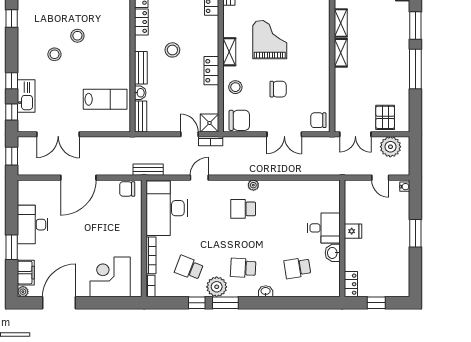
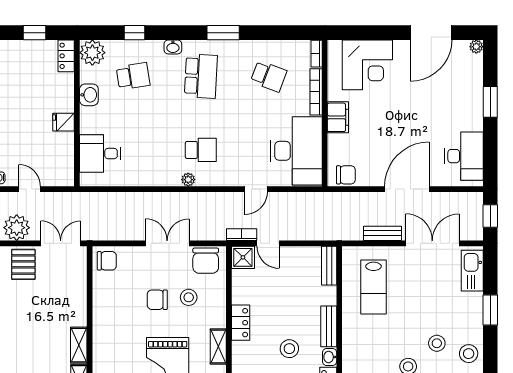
stool: (29, 46) -> (469, 354), added
window: (12, 81) -> (490, 310), width x1.50
stool: (235, 87) -> (189, 297), moved
washbasin: (140, 93) -> (330, 357), moved
kitchen sink: (26, 96) -> (472, 271), moved
lab bench: (105, 99) -> (374, 287), turned -90
window: (12, 112) -> (490, 271), removed
chair: (239, 120) -> (206, 261), turned -90
double door: (284, 134) -> (167, 243), moved
bench: (148, 170) -> (382, 233), moved
desk: (33, 225) -> (464, 156), moved
desk: (324, 228) -> (100, 154), moved
school desk: (243, 268) -> (201, 76), width x1.85
filing cabinet: (26, 273) -> (338, 117), moved, turned 180
plant: (217, 287) -> (92, 53), moved
window: (197, 303) -> (135, 33), moved

